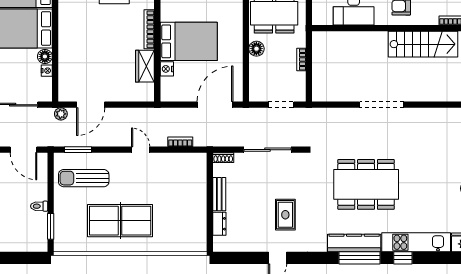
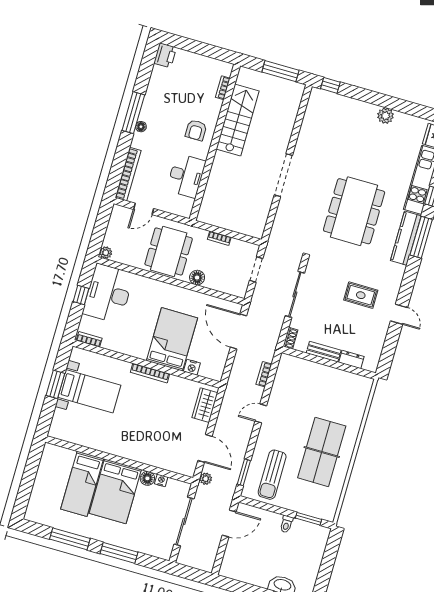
wardrobe: (145, 66) -> (205, 405), moved, turned 90

